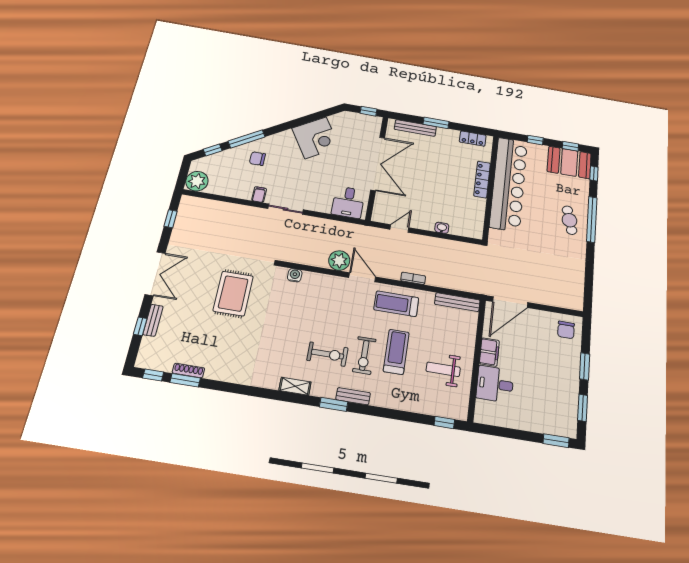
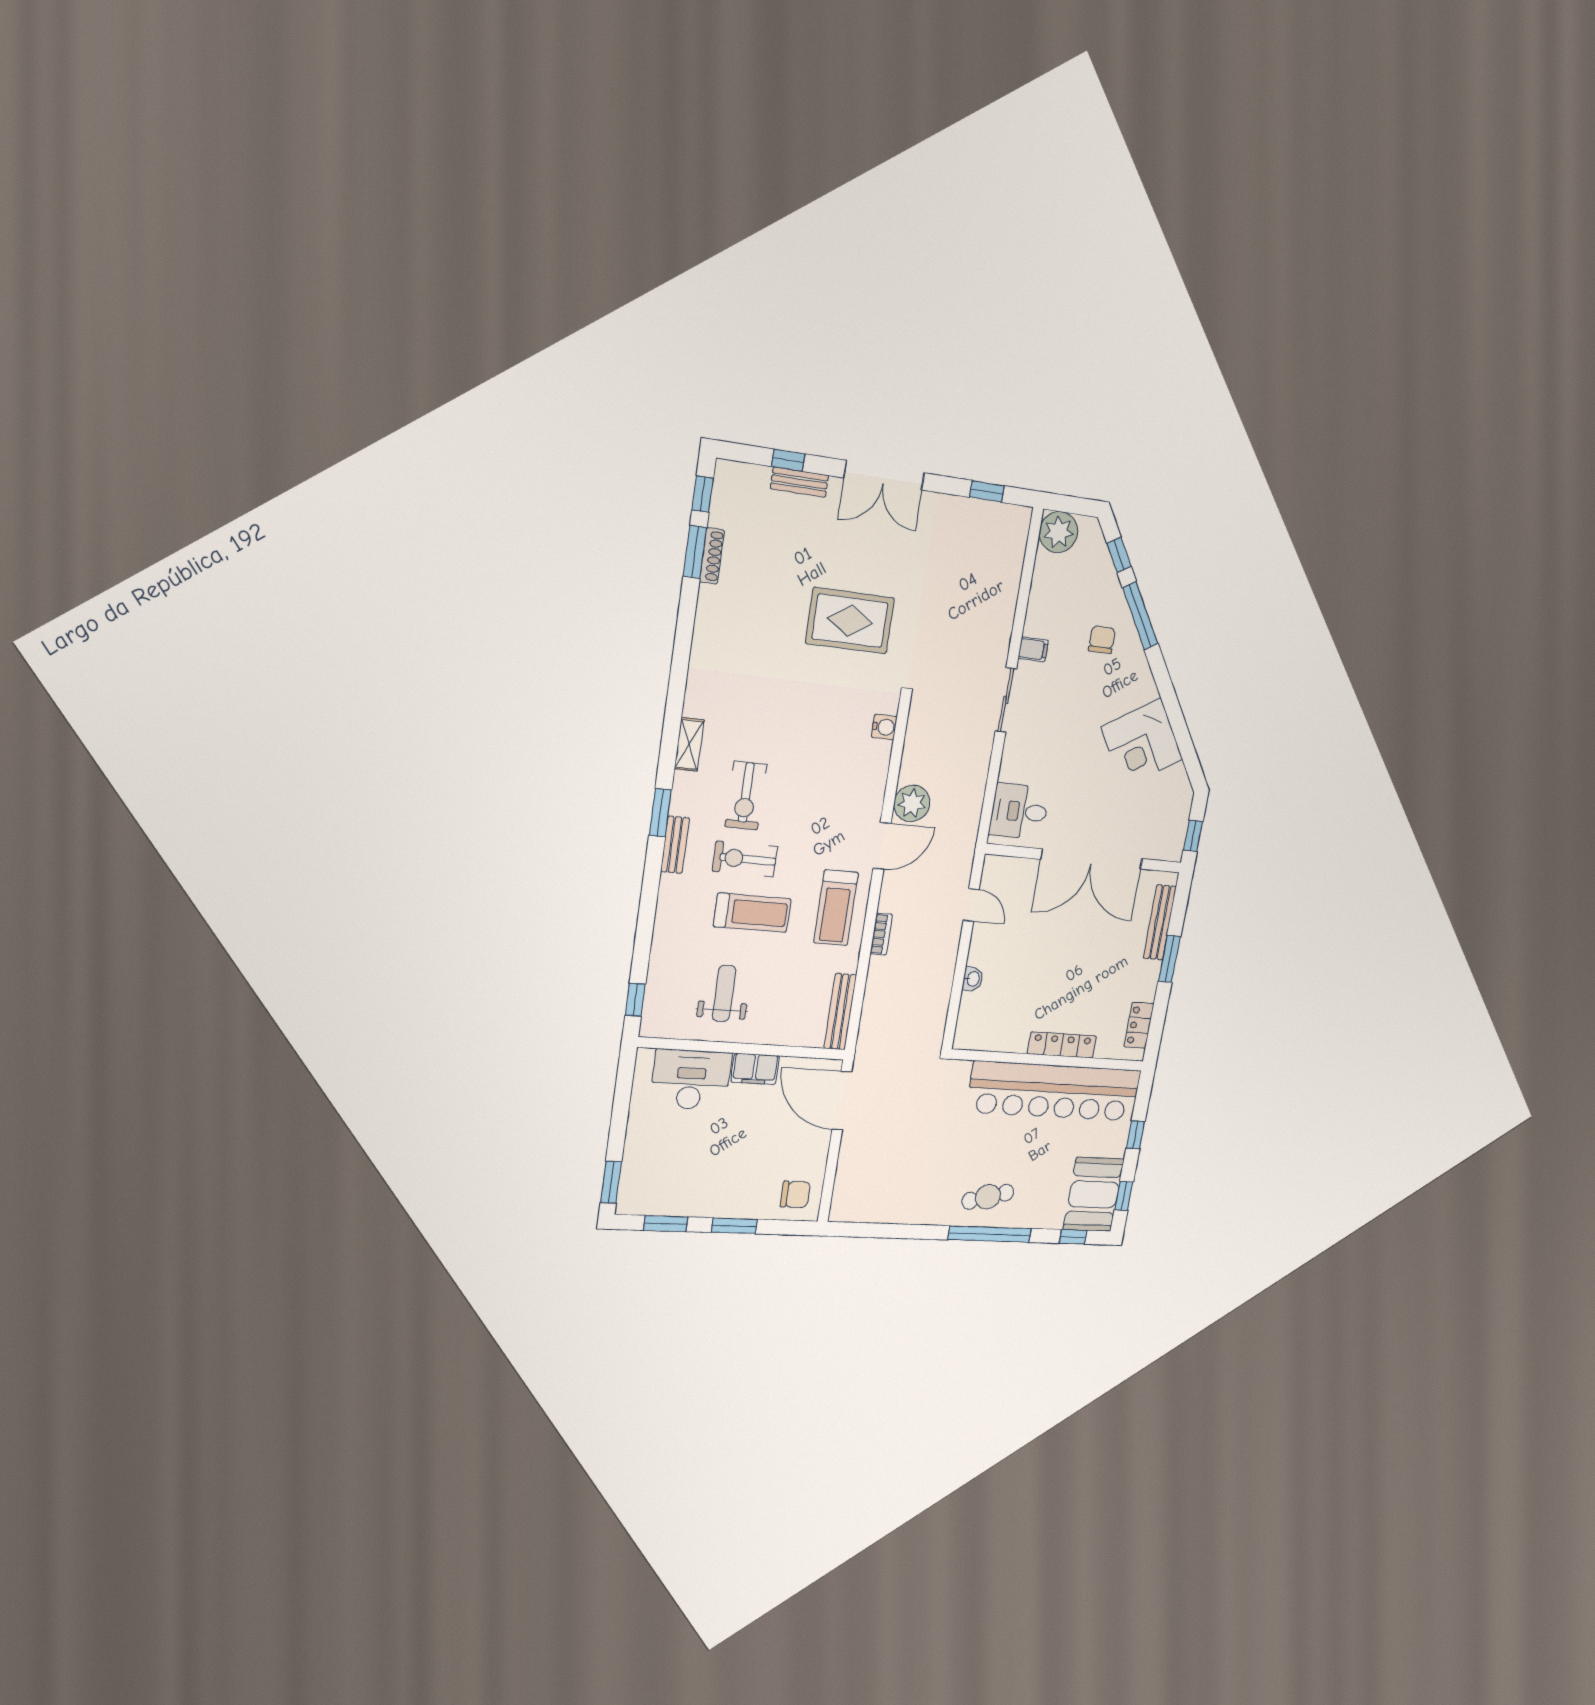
treadmill: (396, 304) -> (836, 908), turned 180
chair: (566, 330) -> (795, 1194), turned 180
desk: (495, 384) -> (691, 1080), width x1.37

